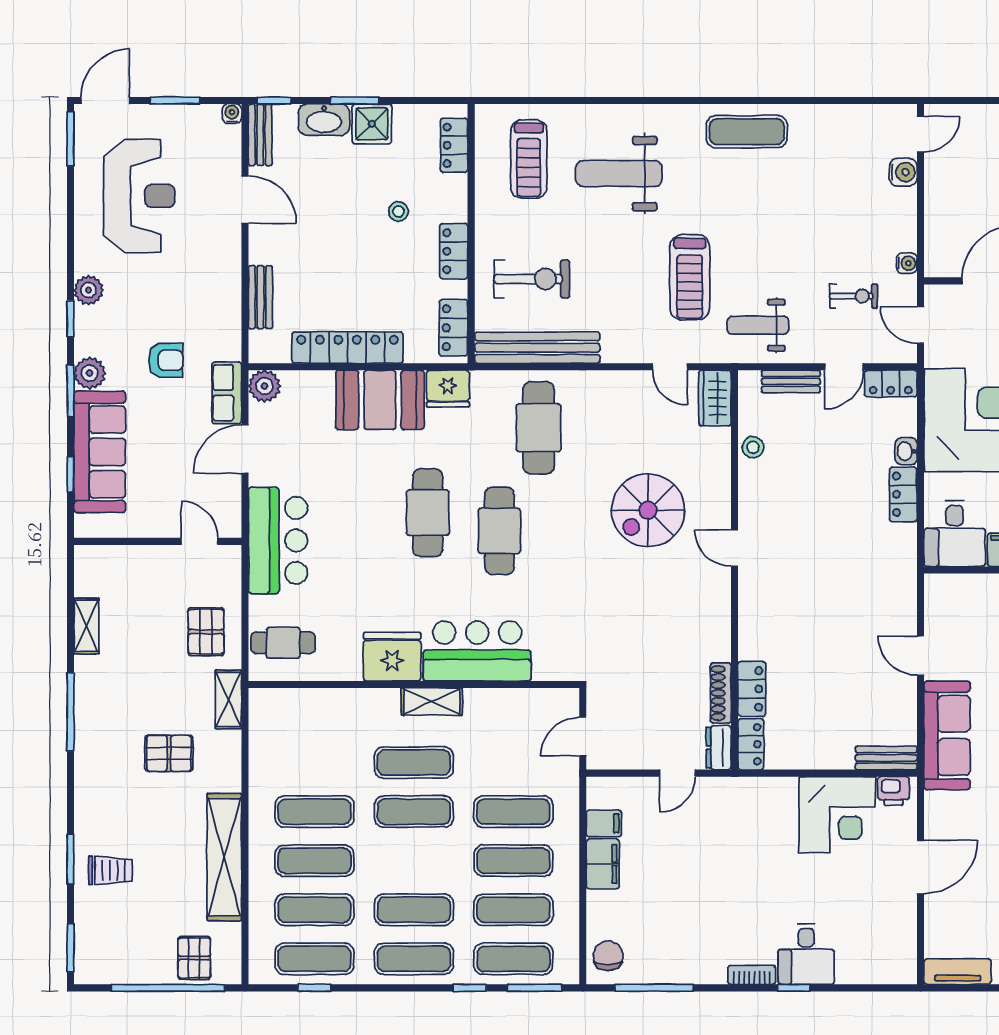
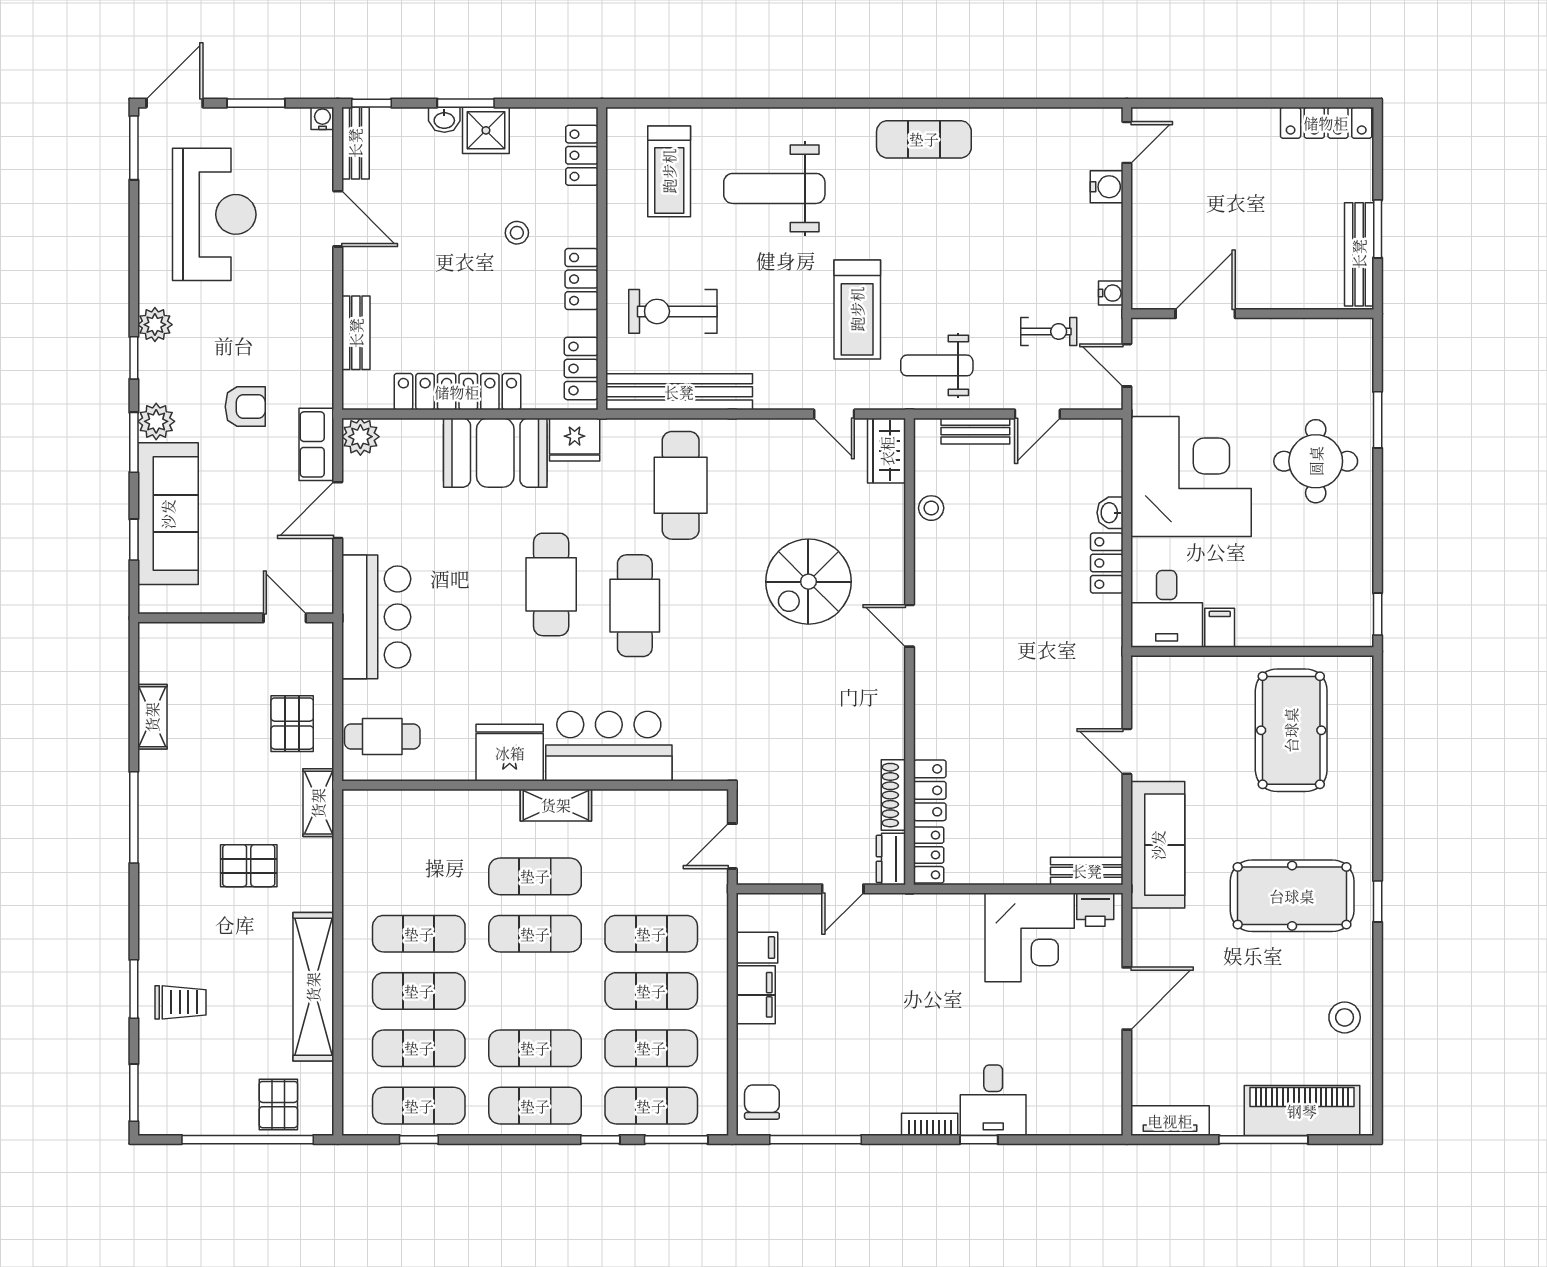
washbasin: (324, 120) -> (444, 120), width x0.52, depth x0.69
exercise bike: (532, 279) -> (673, 311), turned 180
locker: (891, 384) -> (1092, 434), removed

